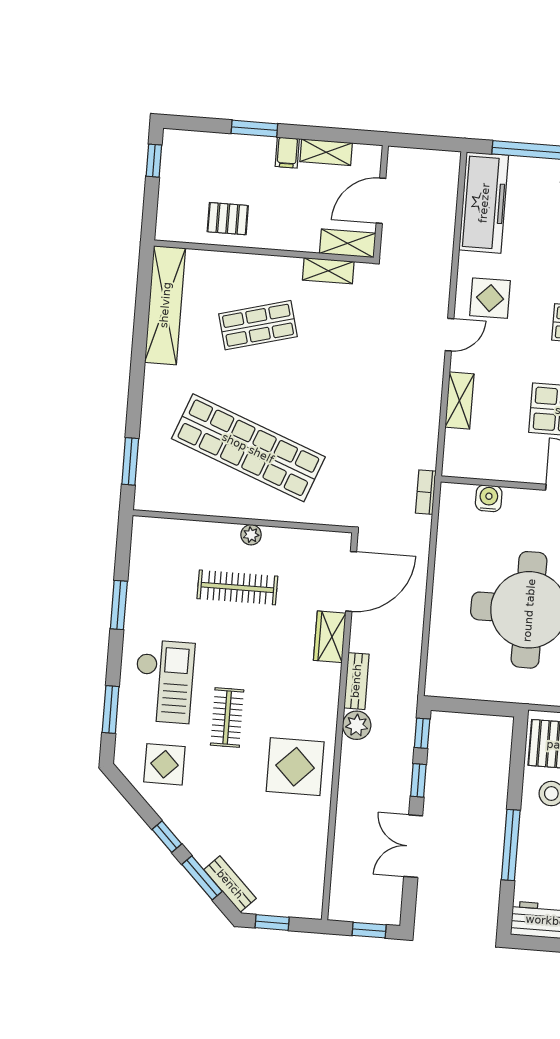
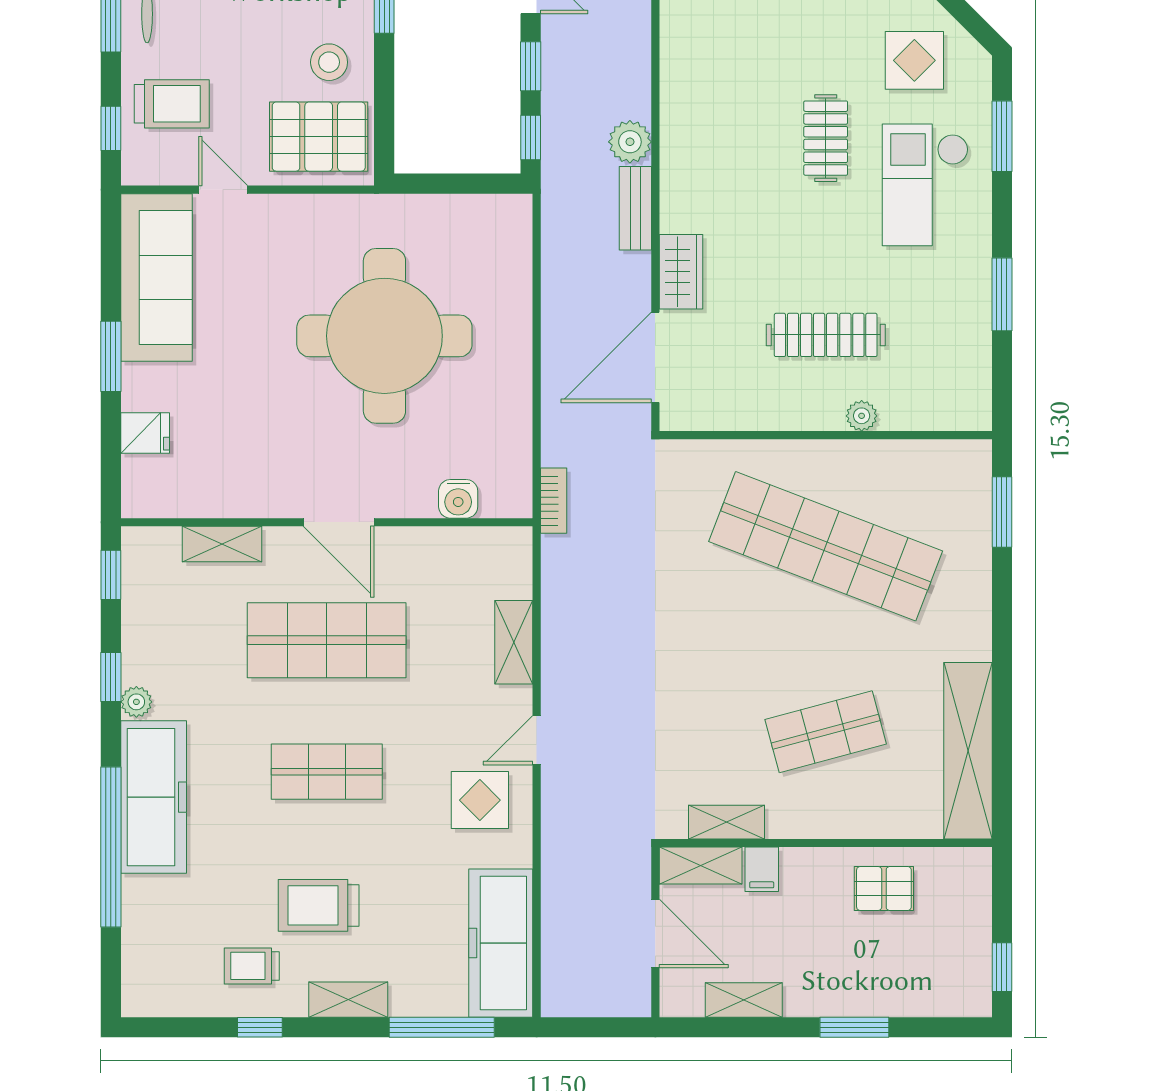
filing cabinet: (287, 153) -> (762, 869), moved, turned 180
door: (381, 201) -> (655, 934), hinge flipped
plant: (251, 535) -> (862, 416), moved
display table: (295, 767) -> (718, 72), removed

